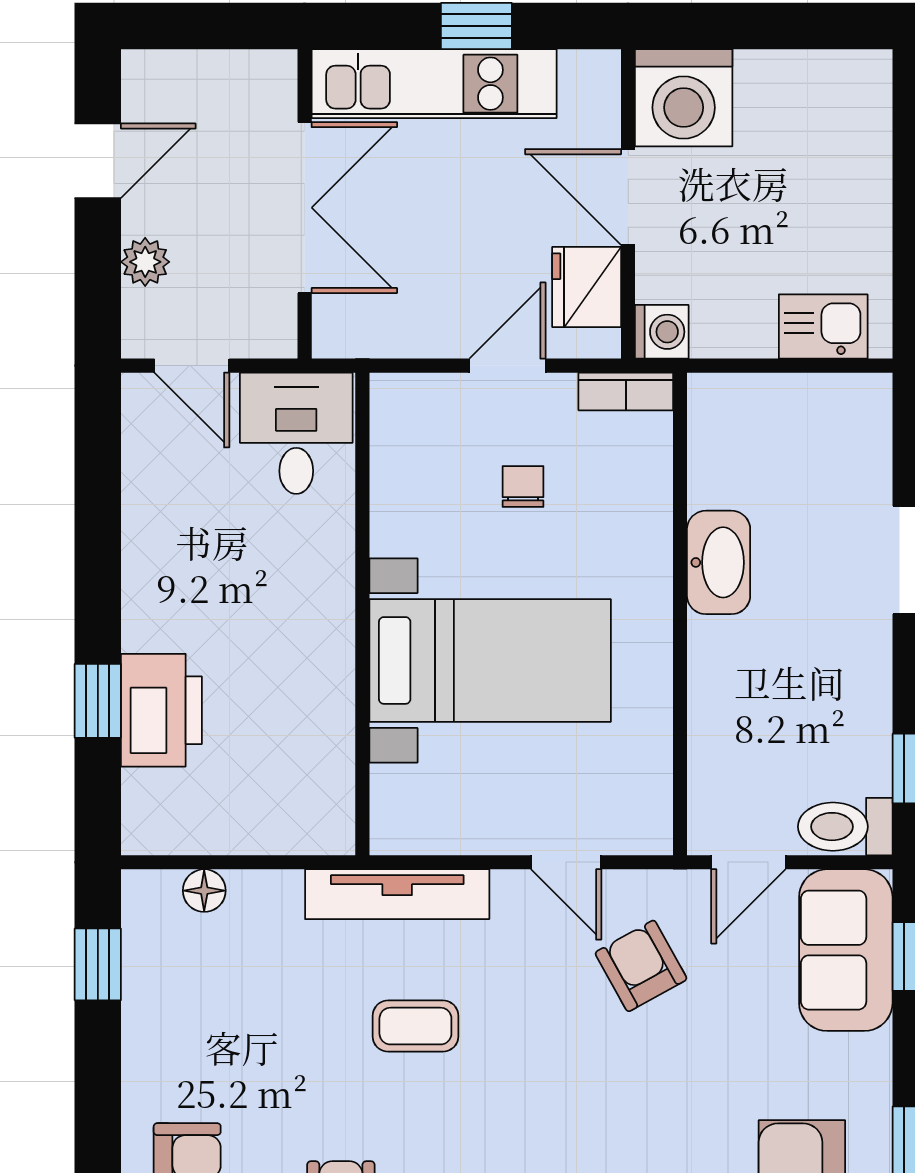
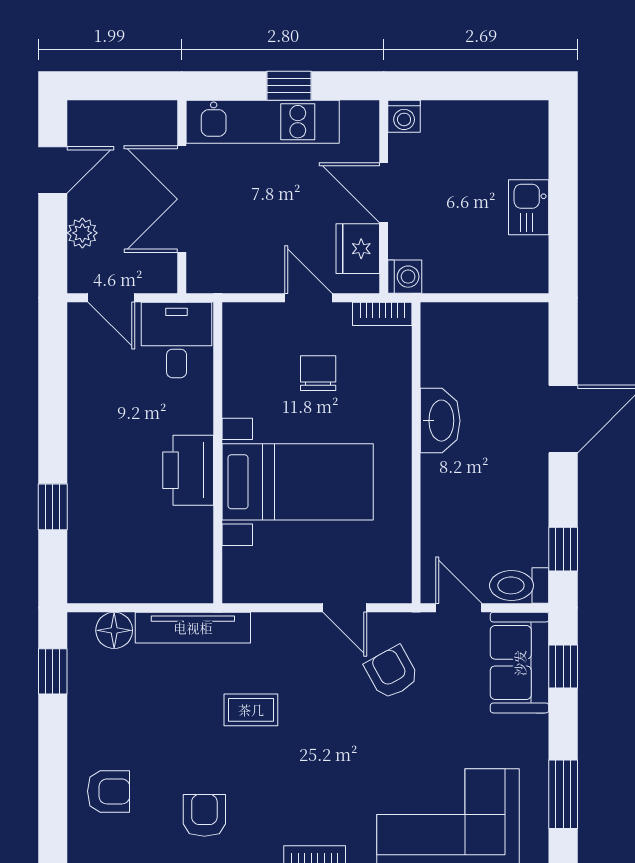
washing machine: (684, 98) -> (404, 116), width x0.53, depth x0.53
double door: (305, 208) -> (182, 199), swing flipped
kitchen sink: (823, 326) -> (529, 207), moved, turned -90
door: (507, 366) -> (308, 298), hinge flipped
chair: (523, 487) -> (318, 373), width x1.37, depth x1.37
printer: (161, 710) -> (188, 470), moved, turned 180
door: (748, 862) -> (459, 608), swing flipped
floor lamp: (204, 891) -> (114, 630), width x1.37, depth x1.37
tv unit: (397, 894) -> (193, 628), moved

